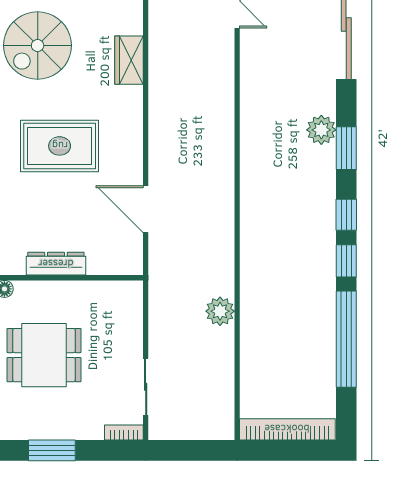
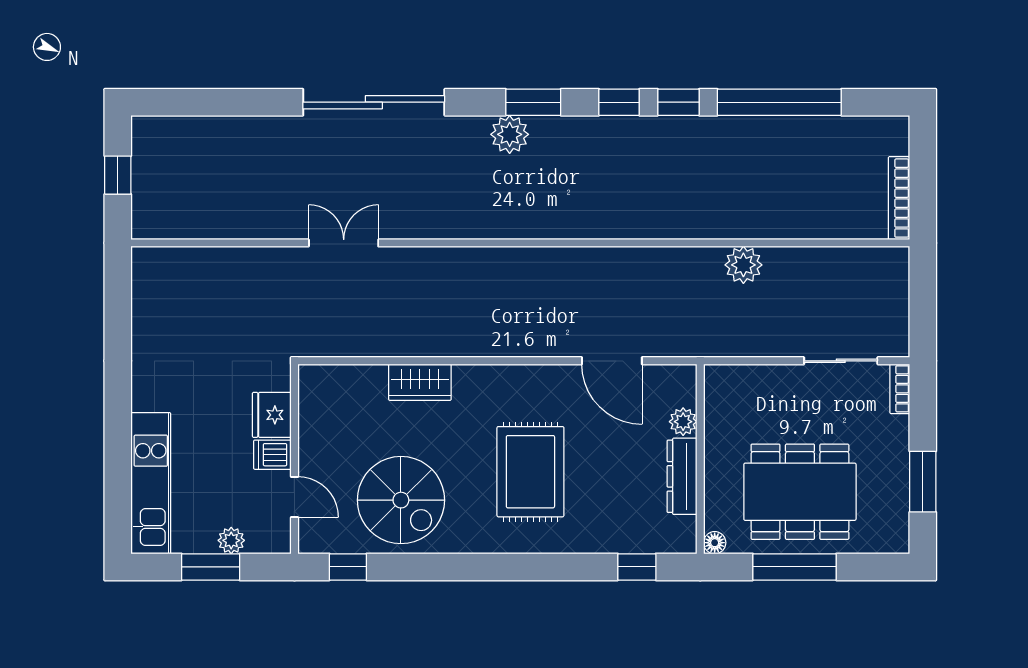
door: (146, 209) -> (612, 361), hinge flipped
plant: (98, 264) -> (683, 422), added
dining table: (44, 355) -> (800, 492), width x1.38
bookcase: (287, 429) -> (899, 198), width x0.68, depth x0.76

